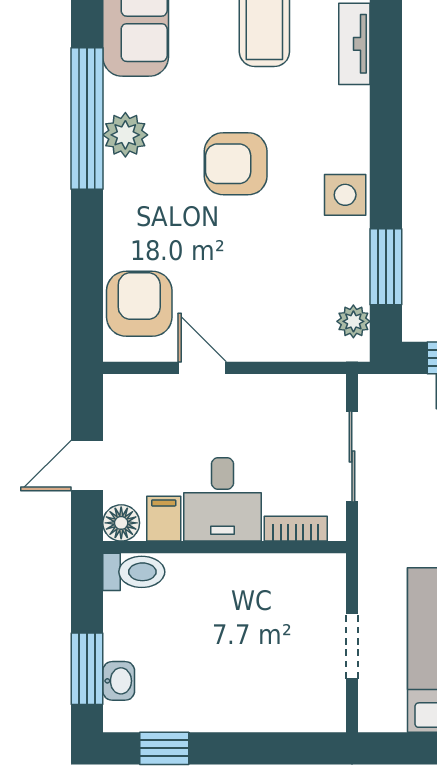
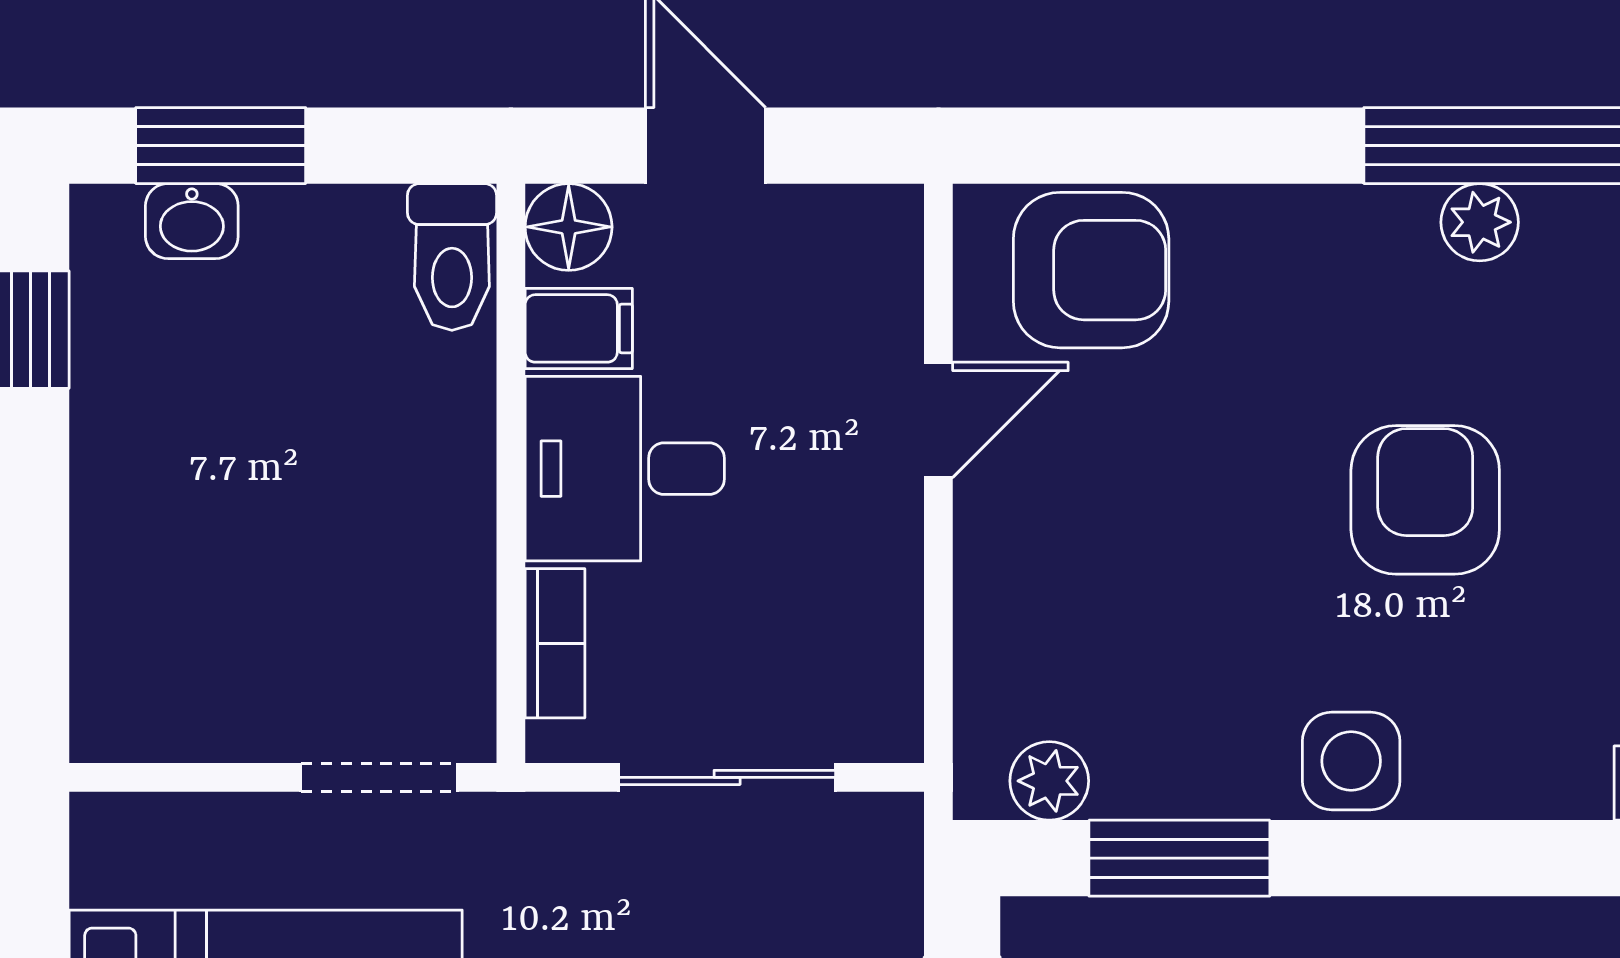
plant: (125, 135) -> (1480, 222), width x0.73, depth x0.73
doorway: (352, 646) -> (379, 777), moved

